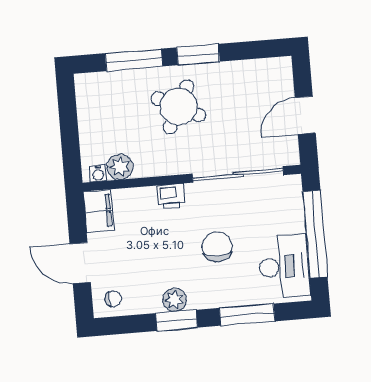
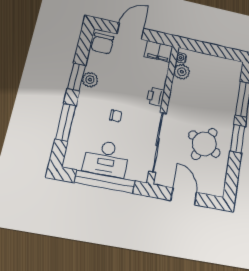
round table: (178, 107) -> (204, 144), moved
chair: (217, 247) -> (116, 116), width x0.54, depth x0.54
desk: (284, 266) -> (106, 159), moved
chair: (113, 299) -> (103, 43), width x1.87, depth x1.87

